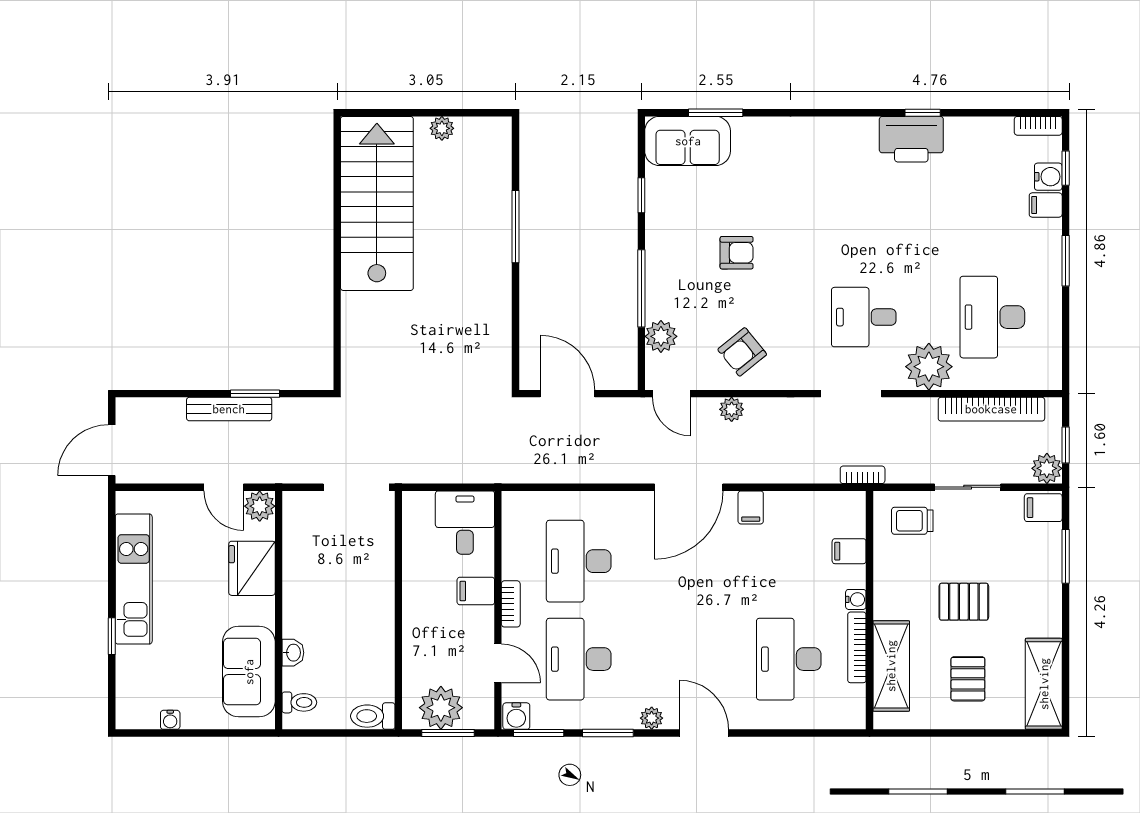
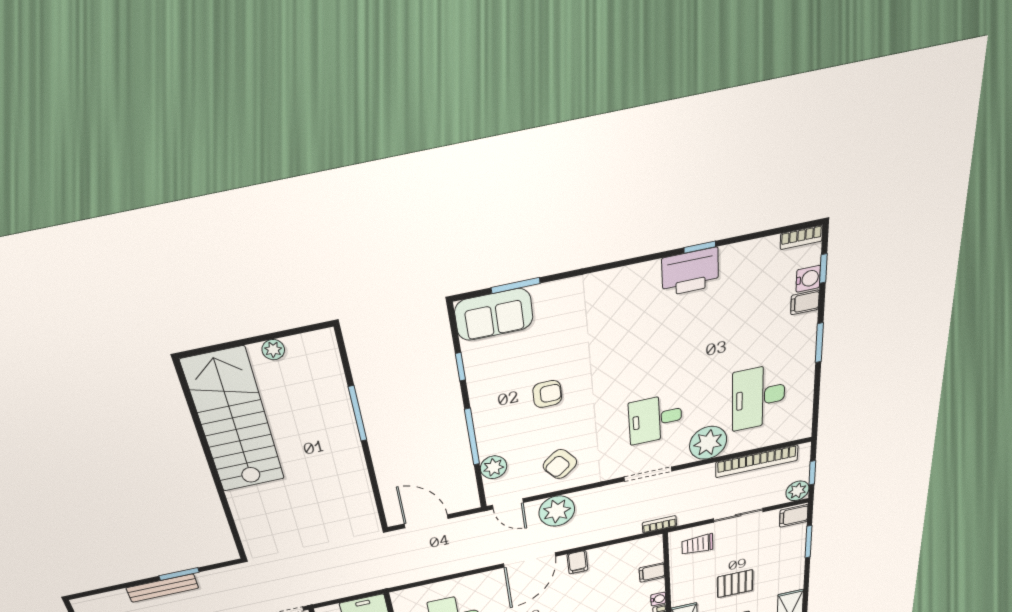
plant: (732, 409) -> (557, 511), width x1.88, depth x1.88

